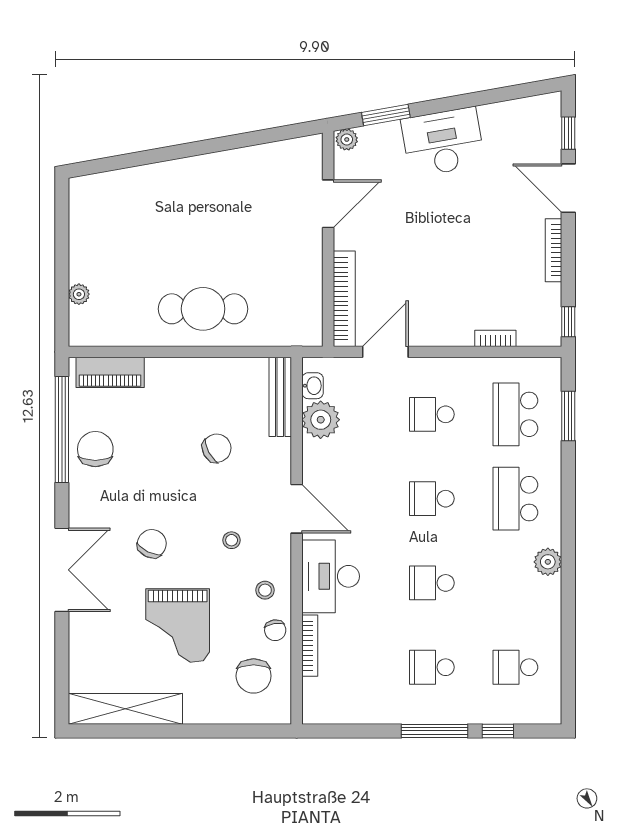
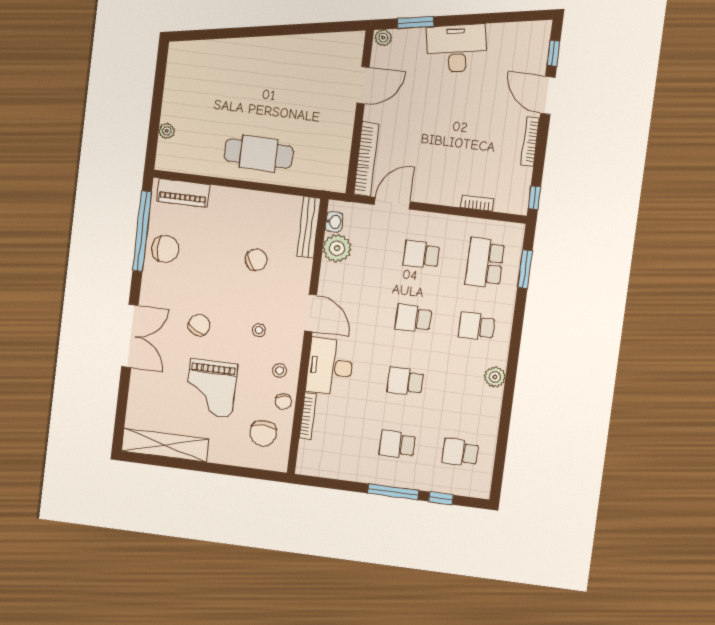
chair: (95, 449) -> (165, 249), turned 90
school desk: (515, 499) -> (477, 326), width x0.54

